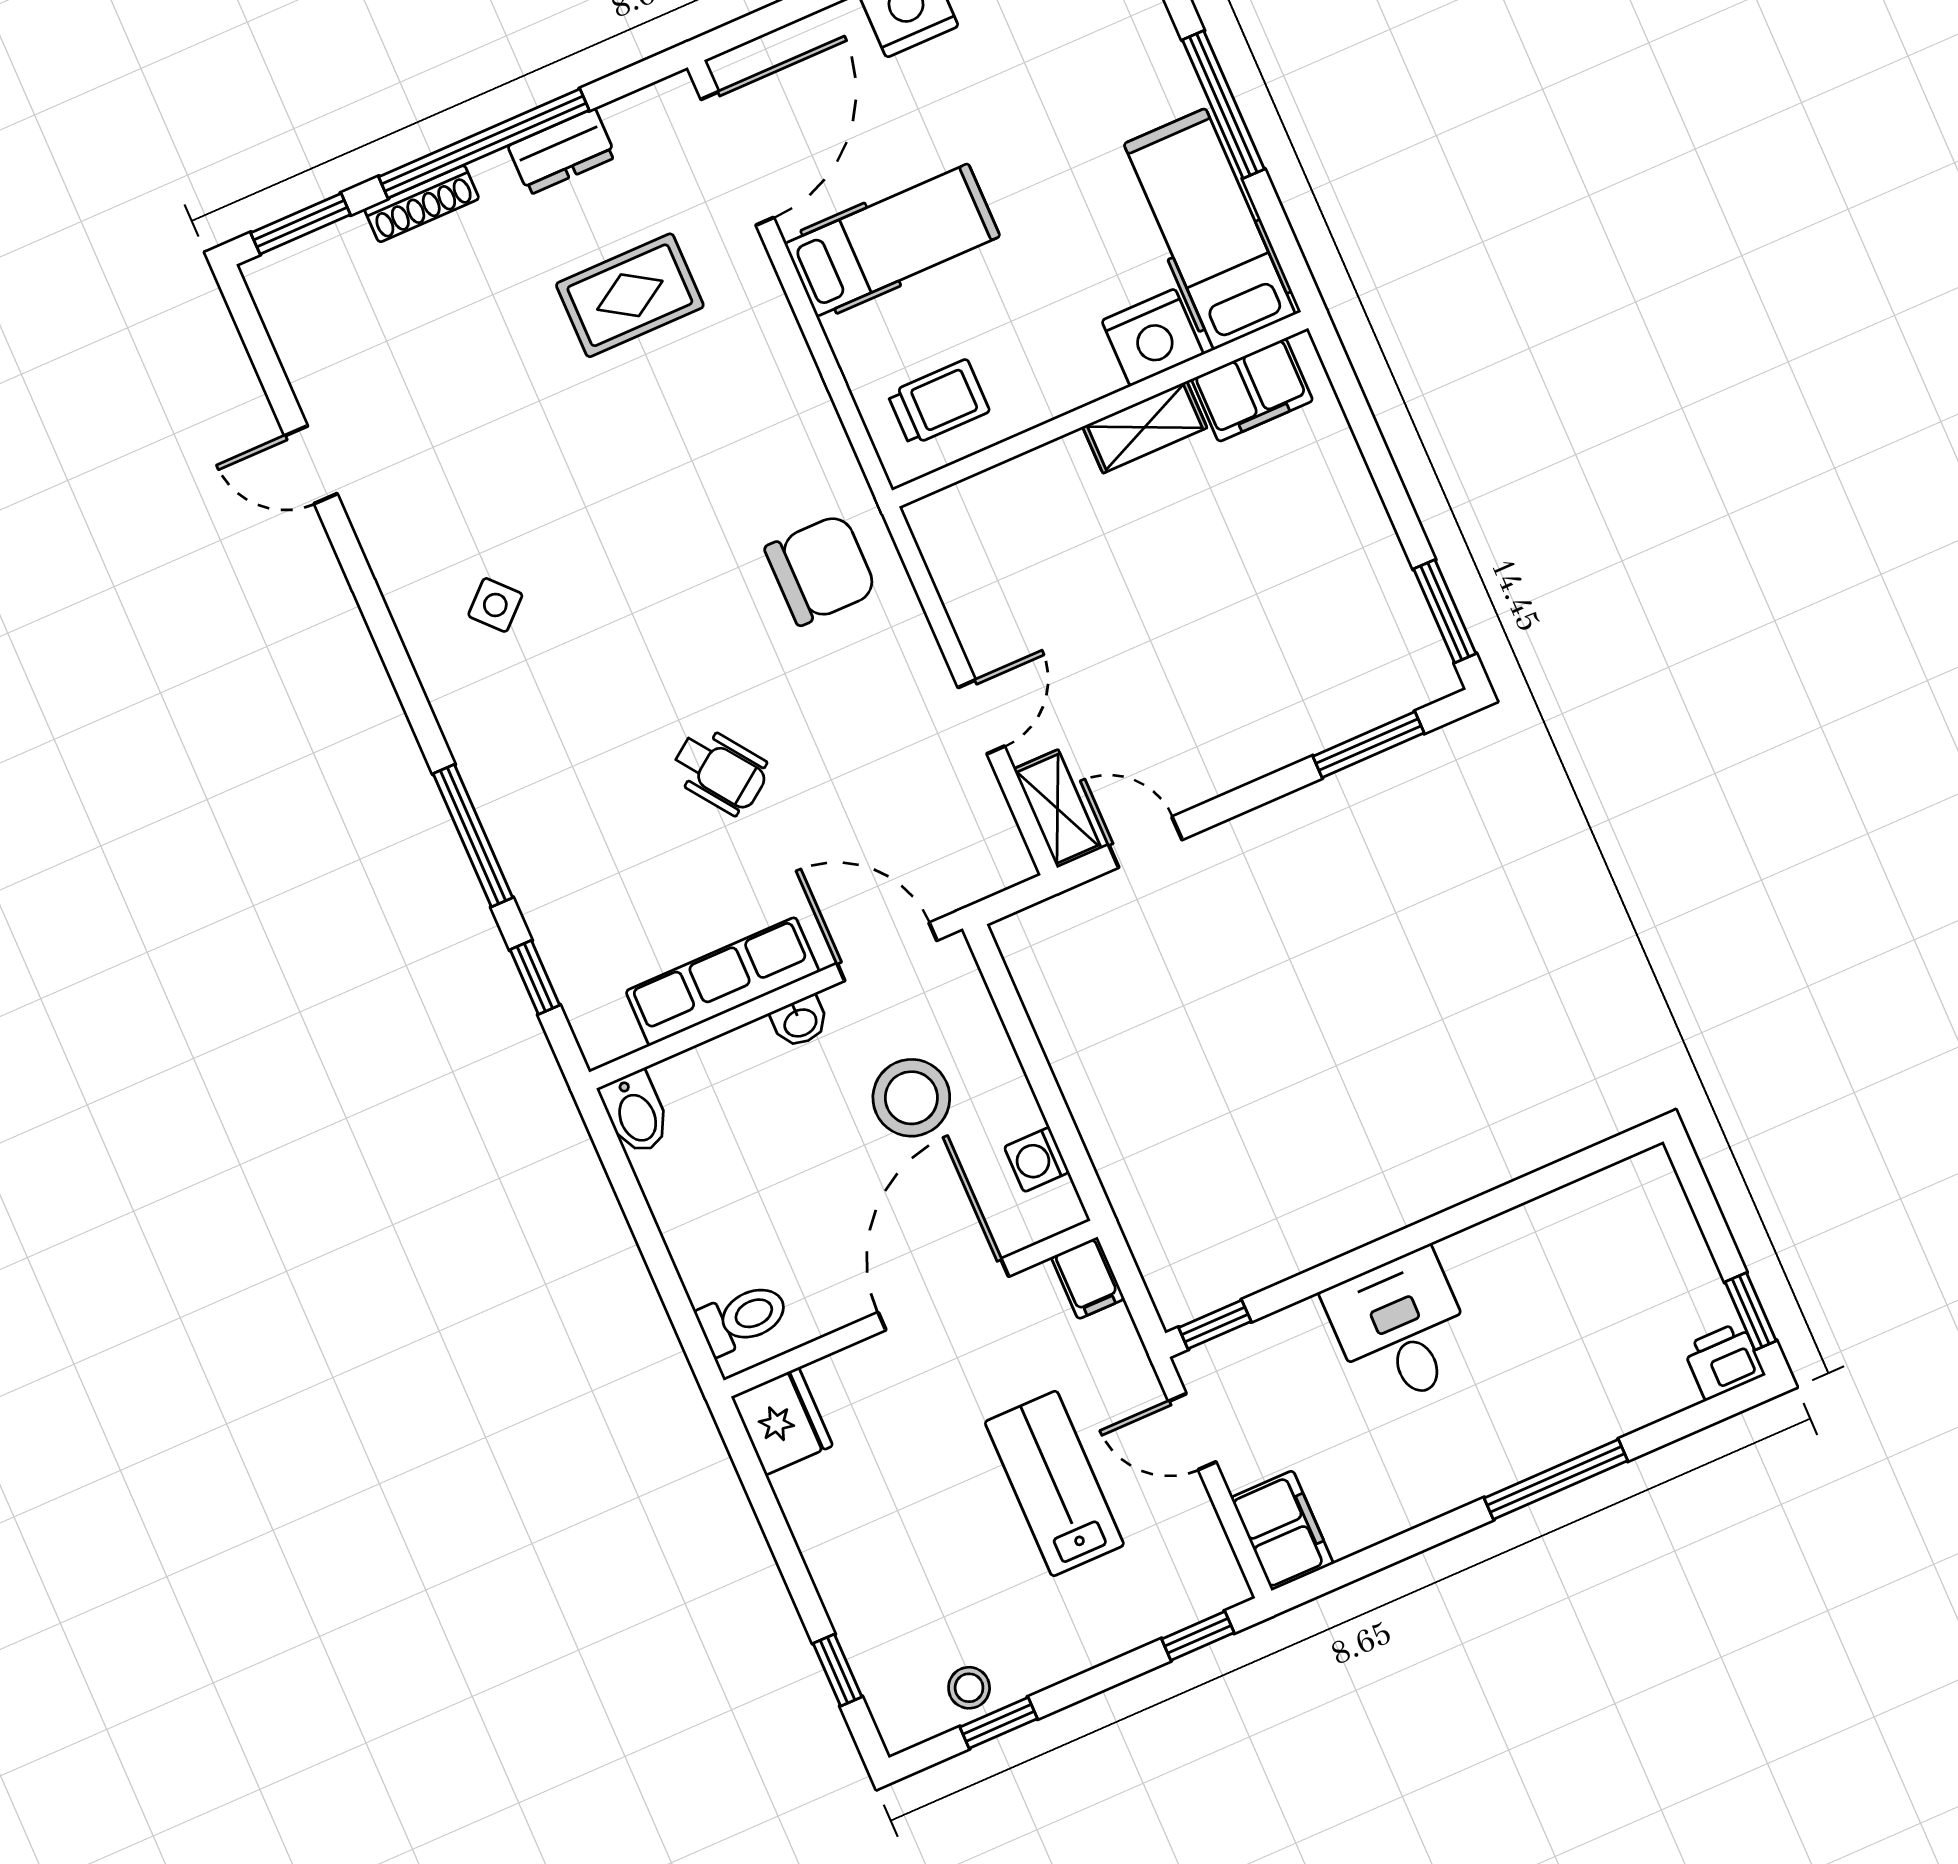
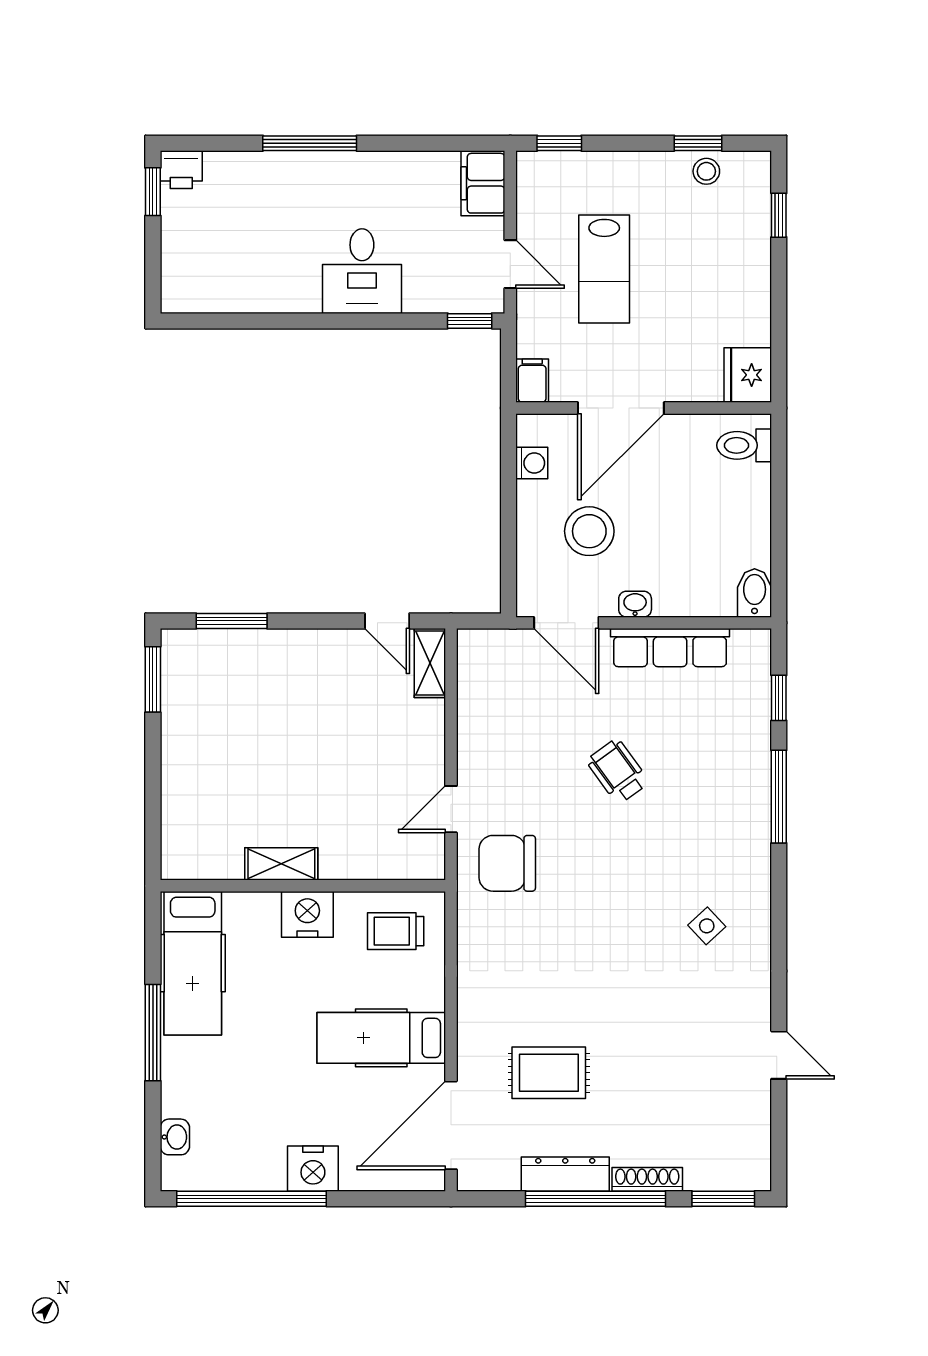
dresser: (562, 152) -> (565, 1174), width x1.44
nightstand: (1153, 337) -> (307, 914), moved
filing cabinet: (1252, 390) -> (209, 858), removed
door: (981, 717) -> (451, 809), moved

